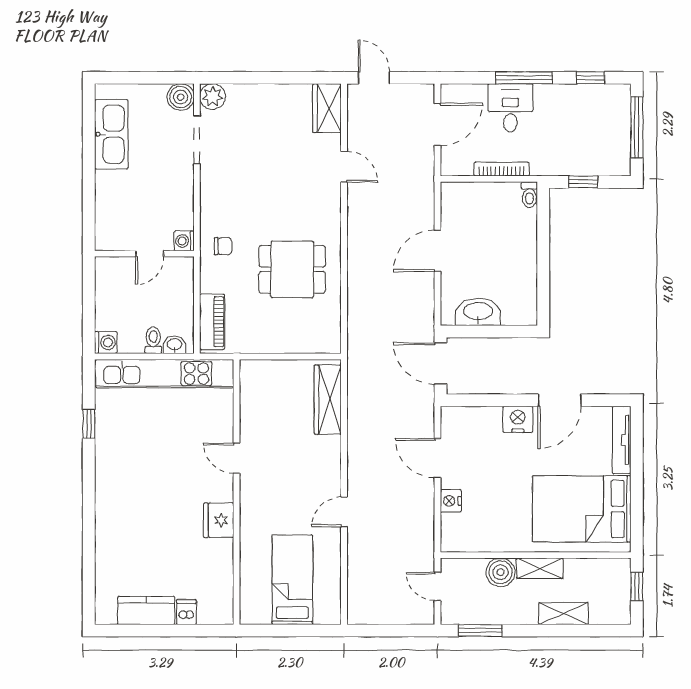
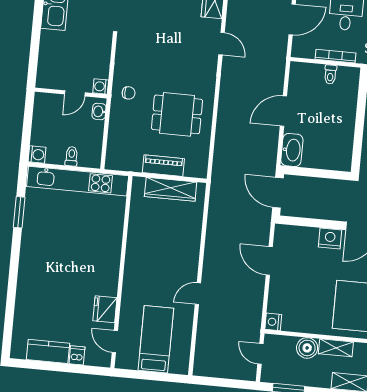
toilet: (529, 195) -> (330, 74), moved
washbasin: (478, 312) -> (292, 150), moved, turned 90
piano: (212, 322) -> (163, 166), moved, turned -90
washbasin: (174, 345) -> (99, 111), moved, turned -90
wardrobe: (328, 400) -> (171, 189), moved, turned -90
window: (89, 424) -> (19, 212), width x1.50
door: (237, 458) -> (115, 342), moved
nightstand: (451, 501) -> (273, 322), moved
fridge: (219, 520) -> (105, 309), moved

